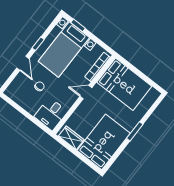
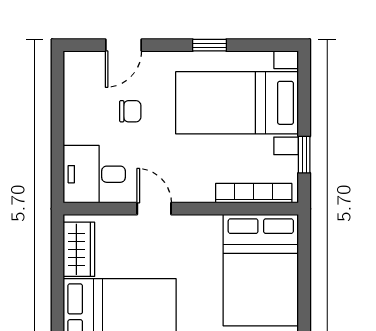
window: (78, 25) -> (304, 155), moved
door: (23, 63) -> (123, 45), moved
door: (86, 92) -> (154, 209), moved

